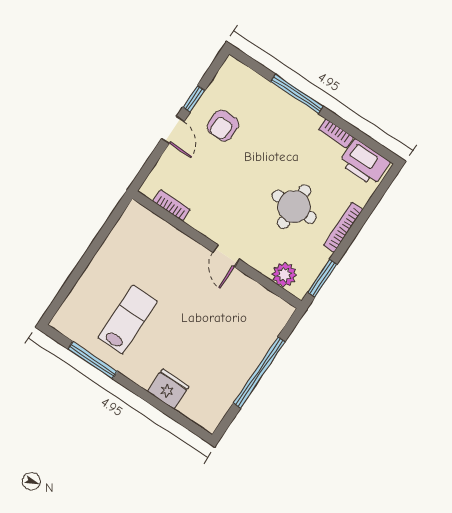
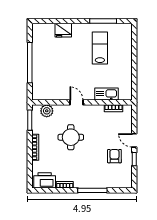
round table: (294, 207) -> (71, 137), moved
kitchen sink: (167, 236) -> (107, 94), added
lab bench: (128, 320) -> (100, 48), turned 180

